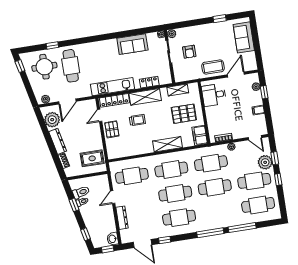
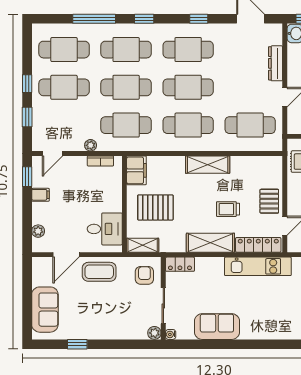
armchair: (189, 52) -> (144, 275), moved
locker: (149, 82) -> (180, 264), moved
shelving: (178, 90) -> (143, 245), moved
window: (264, 92) -> (27, 177), moved
door: (255, 138) -> (53, 153), swing flipped
shelving: (167, 144) -> (208, 165), moved
plant: (265, 162) -> (43, 113), removed
cafe table: (219, 211) -> (126, 50), added
window: (210, 233) -> (144, 19), width x0.46
window: (165, 240) -> (199, 19), moved

